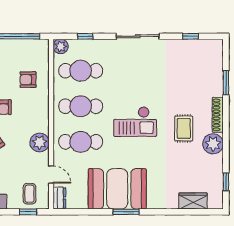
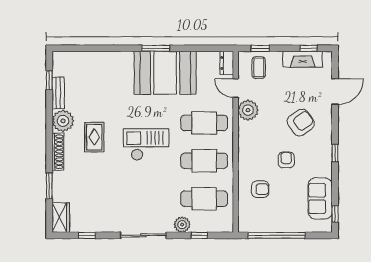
plant: (61, 46) -> (182, 225), moved
plant: (40, 142) -> (248, 110), moved
bench: (218, 170) -> (58, 93), added
wardrobe: (193, 201) -> (61, 218), moved, turned -90

